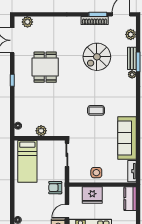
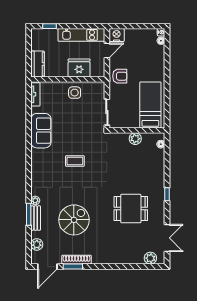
dining table: (45, 67) -> (131, 209), turned 90
sofa: (127, 138) -> (41, 131), width x0.73

